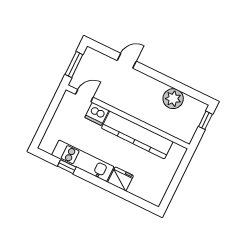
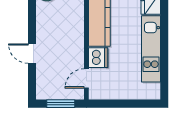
door: (84, 96) -> (86, 78), hinge flipped
window: (67, 167) -> (164, 62), removed

